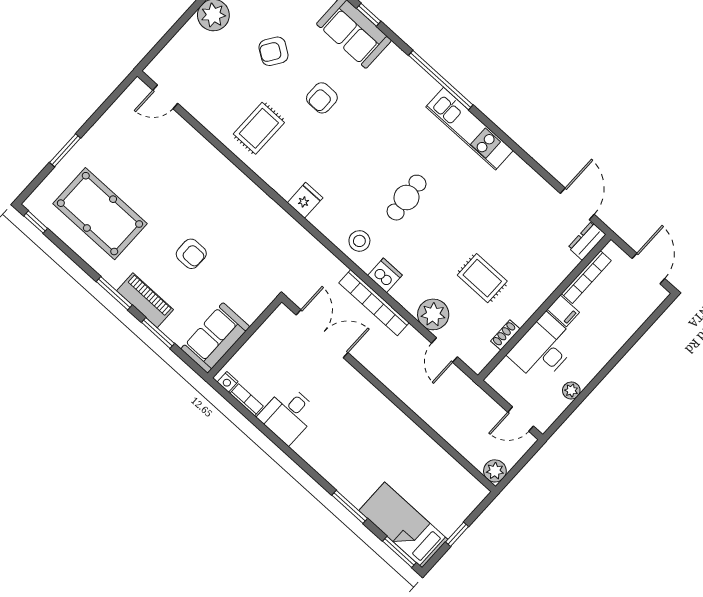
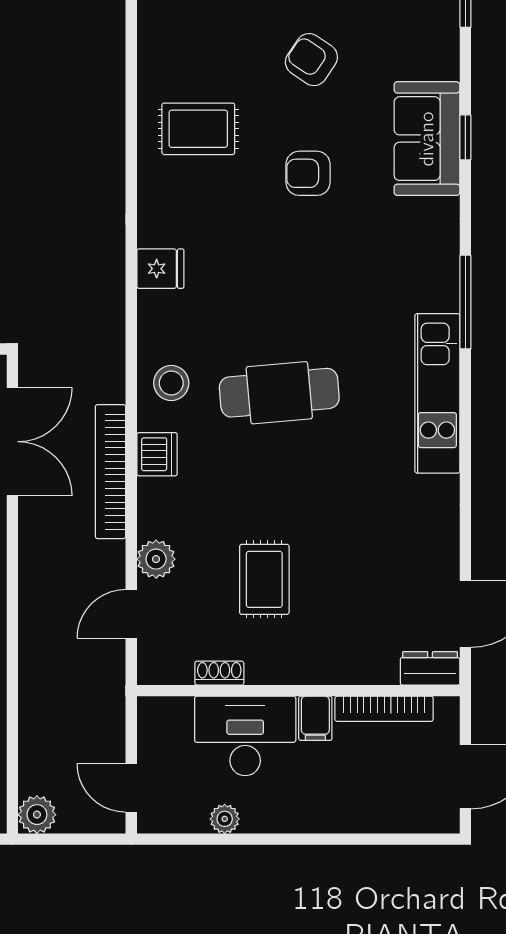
window: (441, 80) -> (465, 302), width x0.68
cafe table: (407, 198) -> (279, 393), width x1.37, depth x1.35
plant: (433, 314) -> (156, 559), width x0.73, depth x0.73

